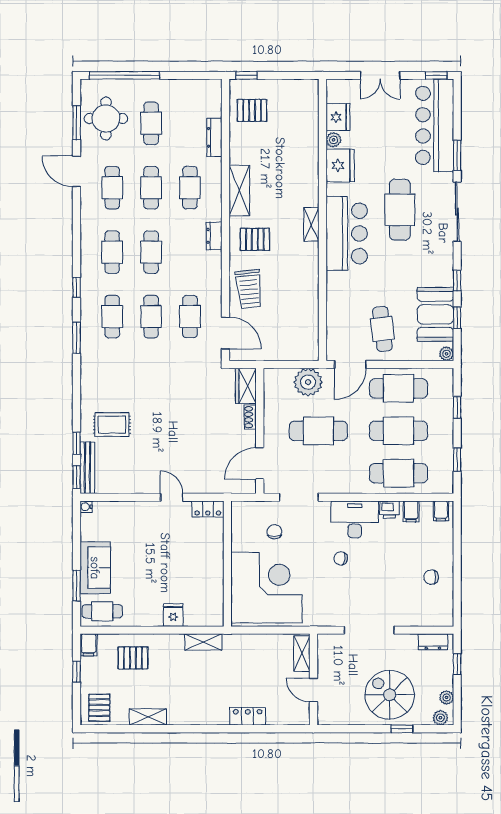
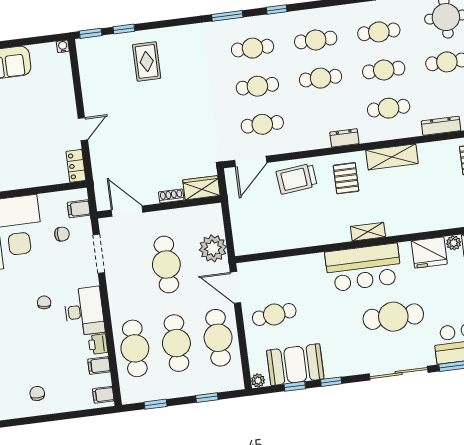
bench: (87, 468) -> (101, 43), removed
filing cabinet: (251, 512) -> (79, 209), added

